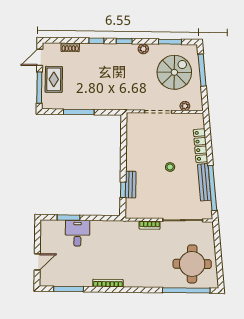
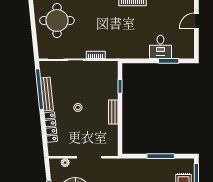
bench: (131, 185) -> (113, 112), moved

